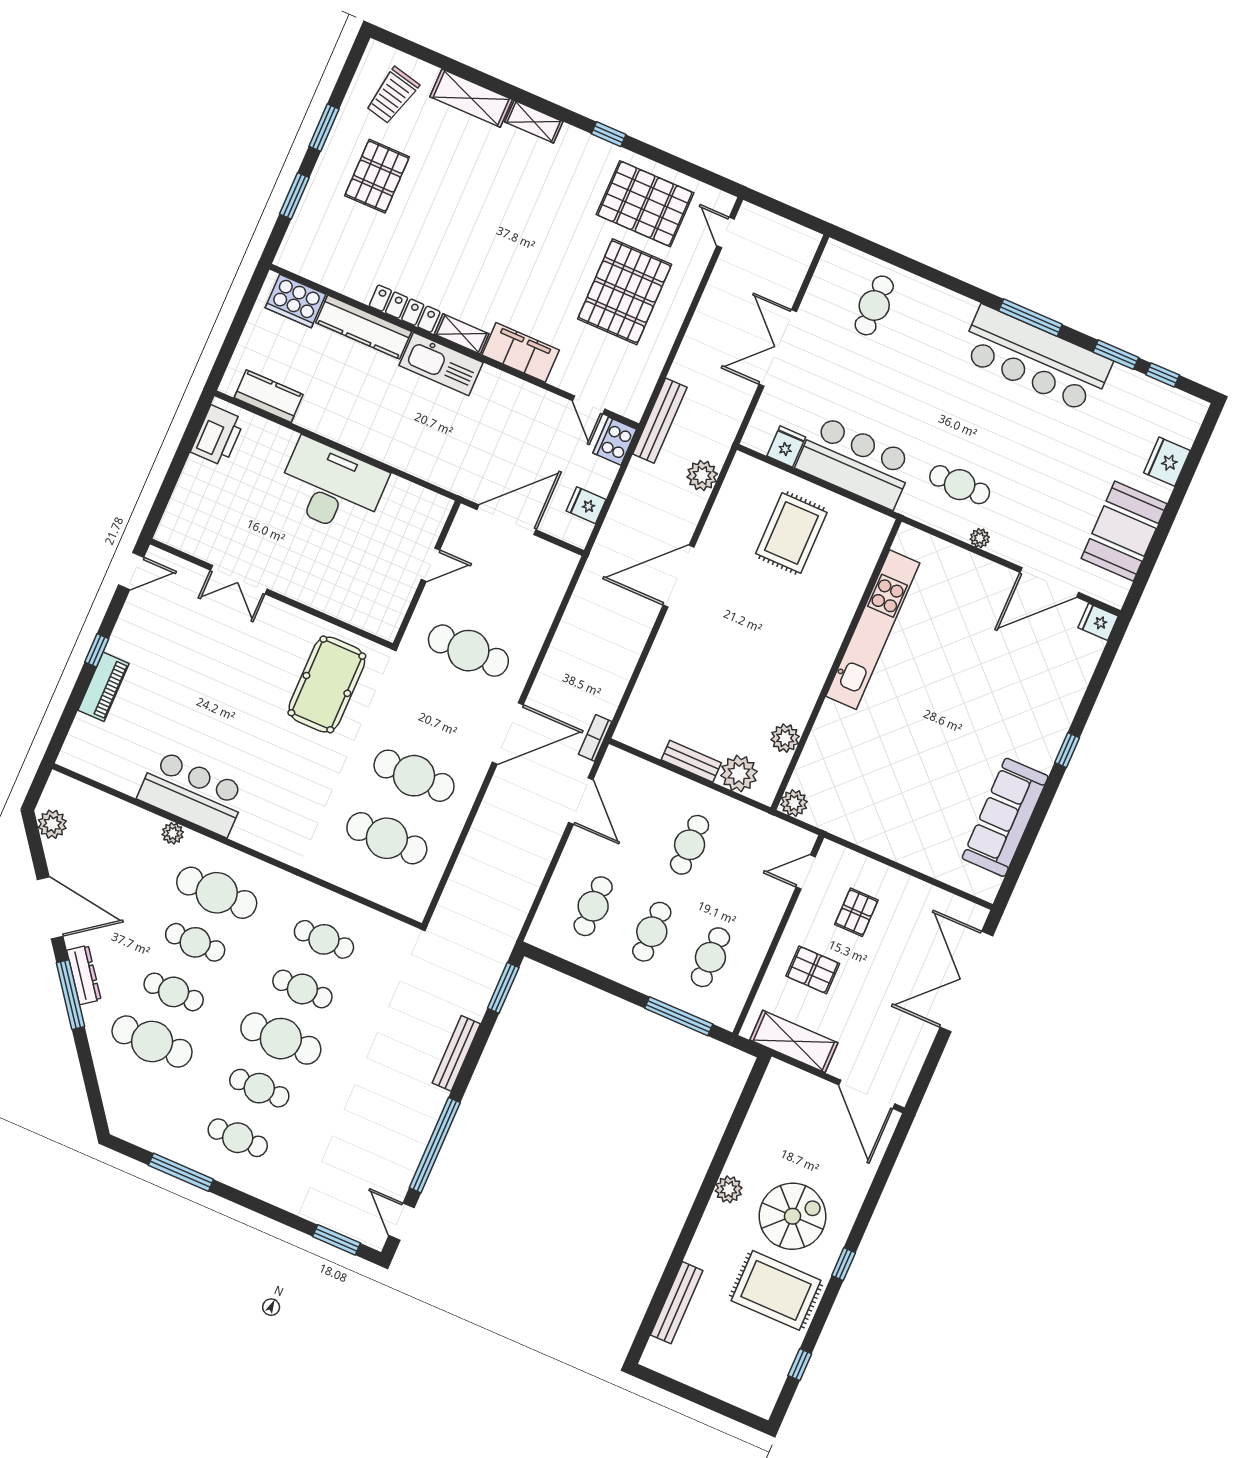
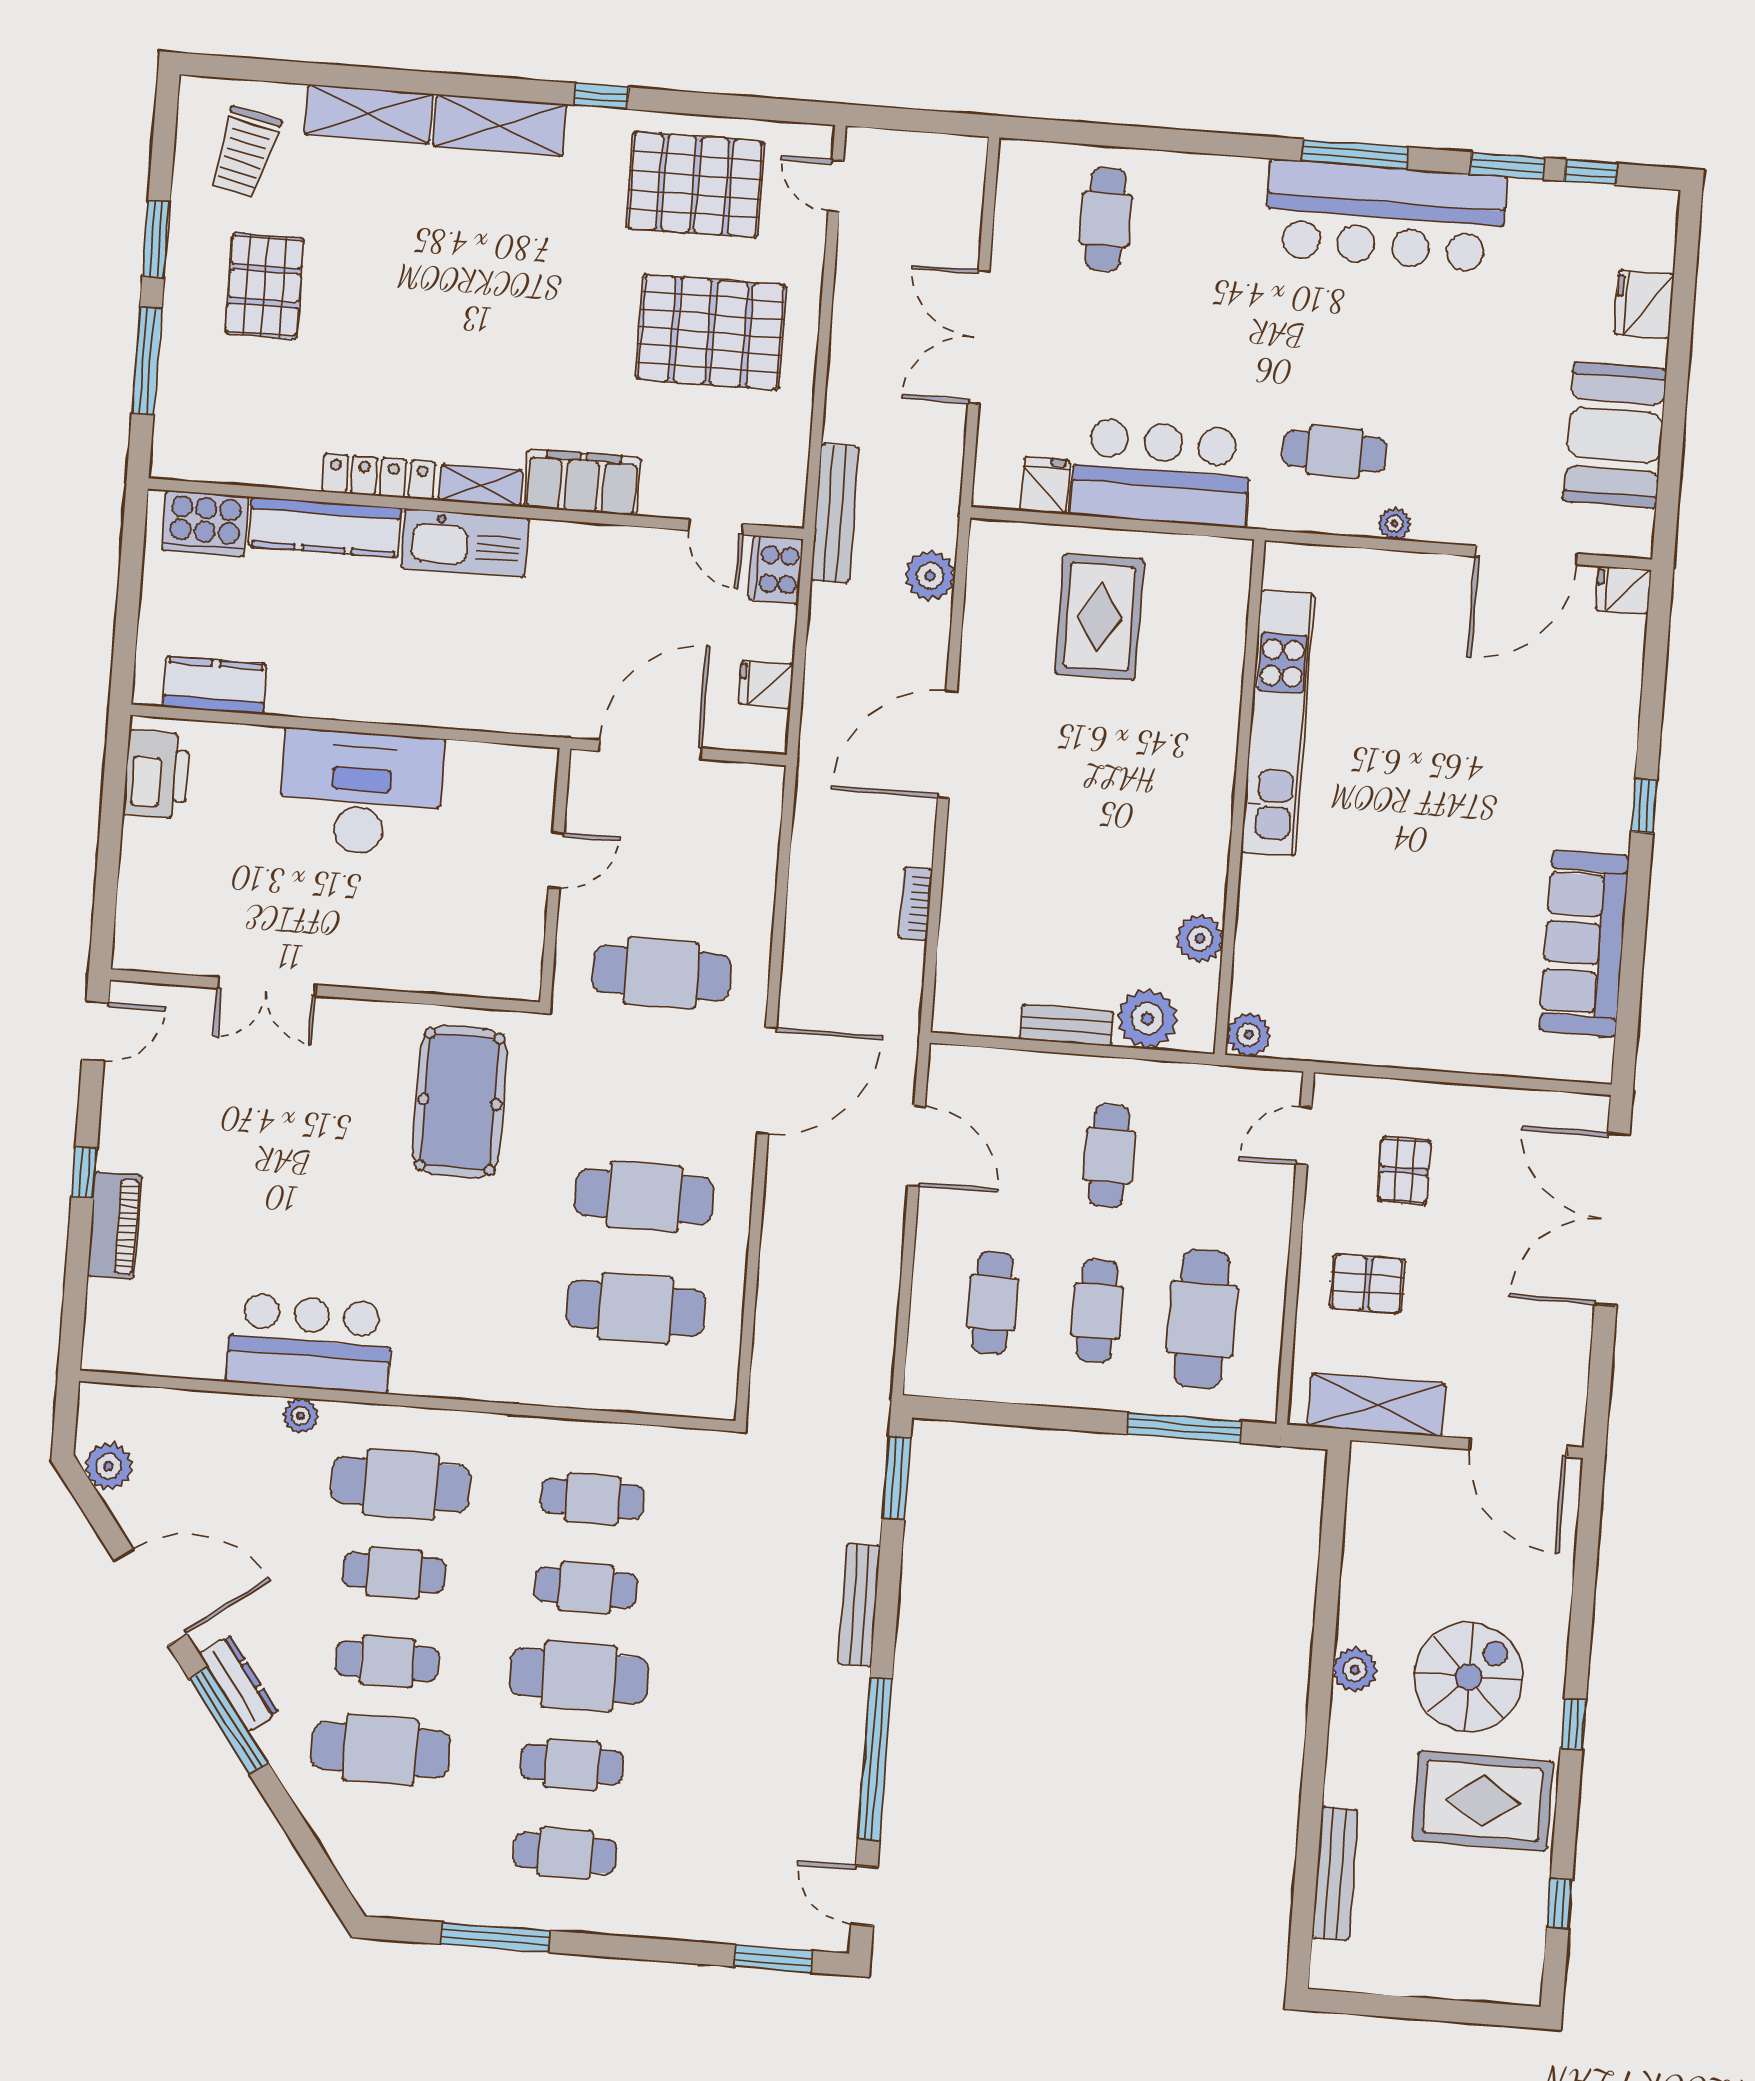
shelving: (534, 122) -> (500, 125), width x1.50, depth x1.33
window: (294, 196) -> (147, 361), width x1.44
pallet: (625, 292) -> (711, 332), turned 90
bookcase: (595, 738) -> (916, 904), moved
cafe table: (710, 957) -> (1202, 1319), width x1.37, depth x1.35

